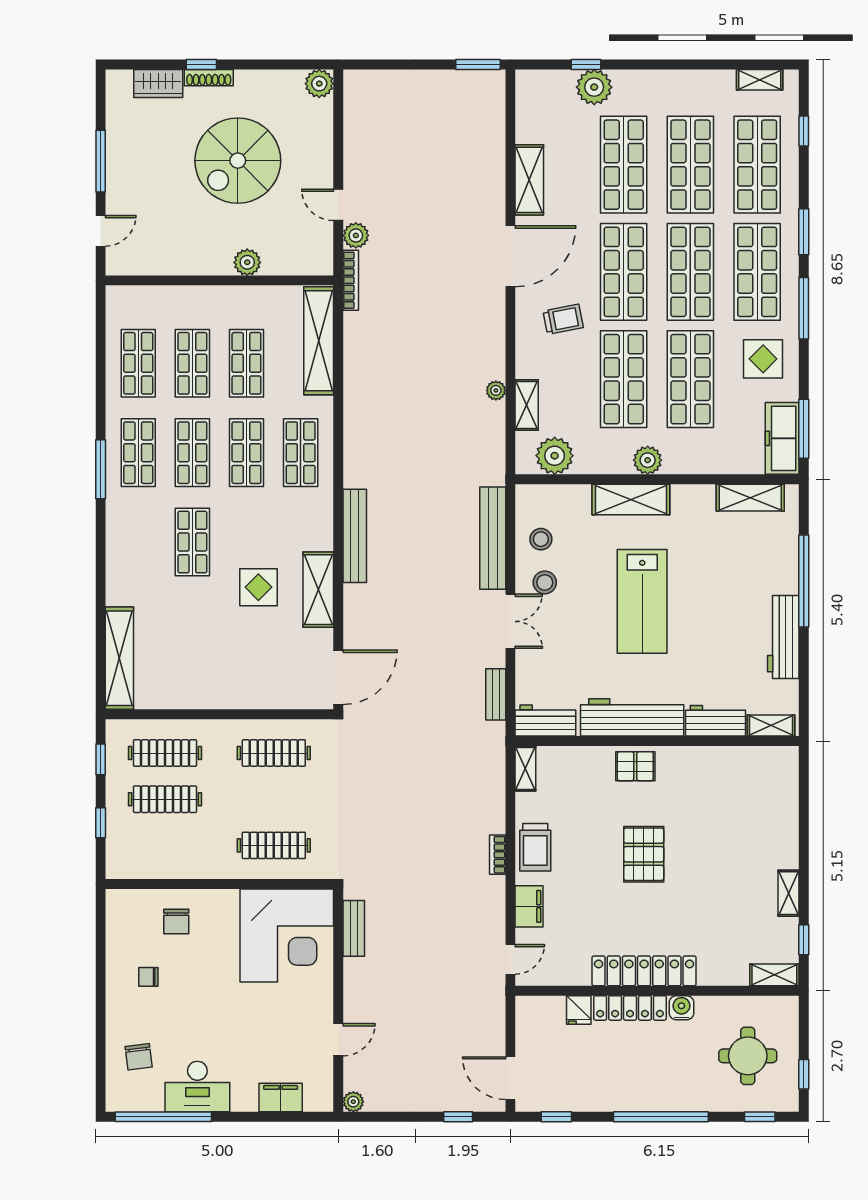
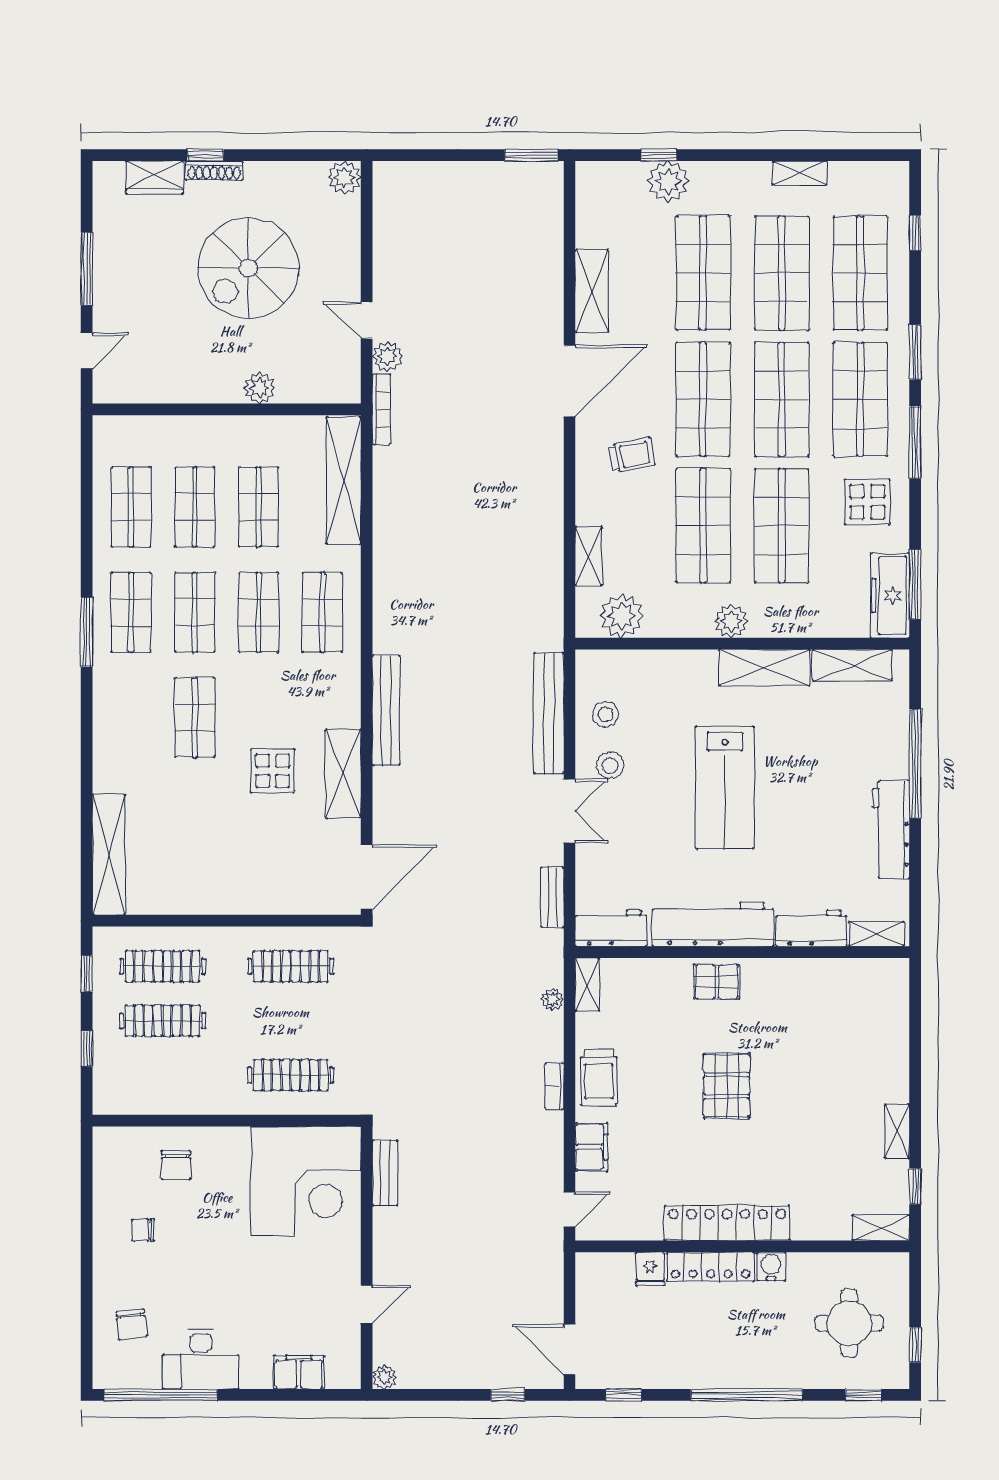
shelving: (760, 80) -> (800, 173), moved
plant: (496, 390) -> (552, 999), moved
shelving: (631, 500) -> (764, 668), moved

